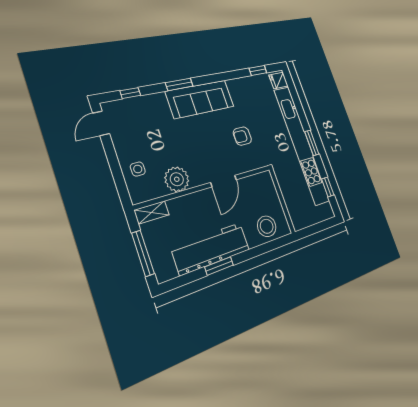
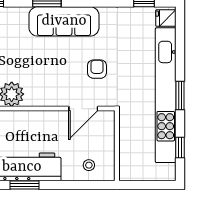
armchair: (242, 136) -> (97, 69), turned 90
door: (224, 181) -> (83, 109), moved
stool: (267, 226) -> (89, 165), width x0.53, depth x0.53

